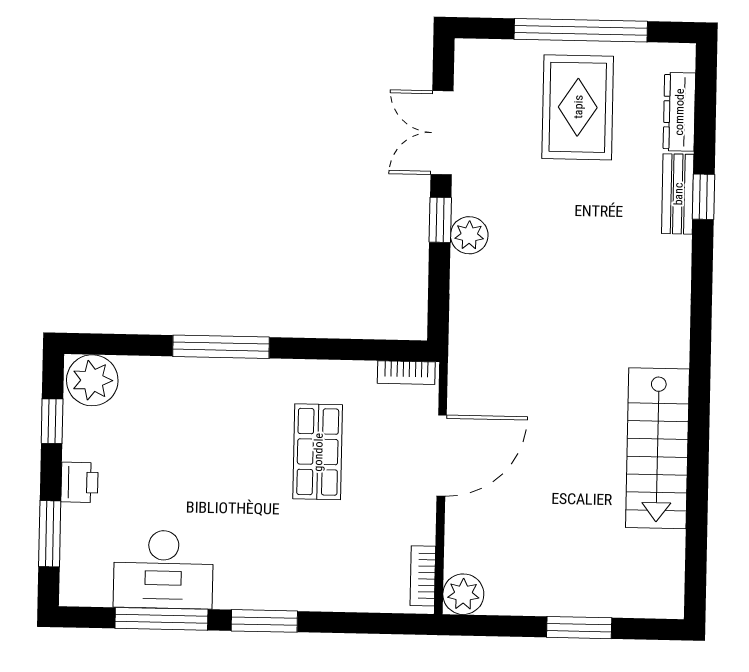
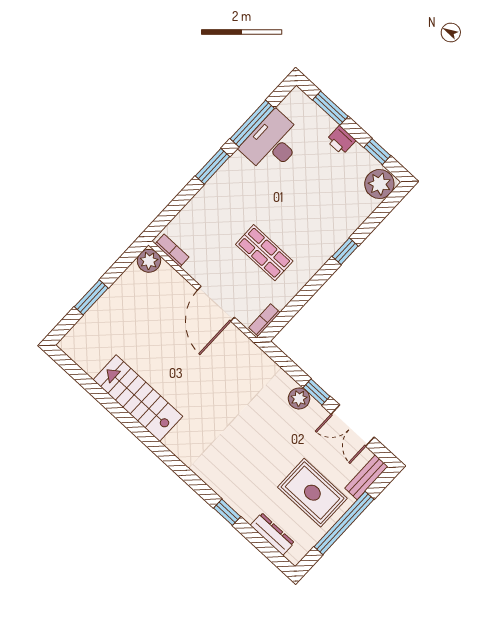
double door: (442, 133) -> (353, 426), swing flipped
bench: (678, 194) -> (366, 477), moved, turned 90
window: (221, 347) -> (345, 251), width x0.46

